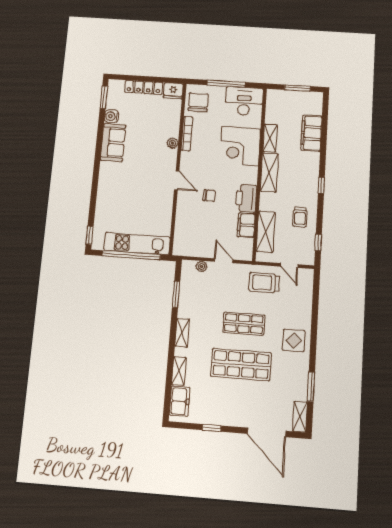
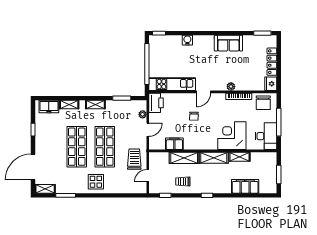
chair: (198, 102) -> (263, 103), turned 90
water cooler: (111, 116) -> (187, 40), moved
printer: (246, 198) -> (156, 103), moved, turned 90
shelving: (266, 232) -> (184, 158), moved
kitchen unit: (137, 244) -> (172, 84), moved, turned -90
shop shelf: (244, 324) -> (105, 147), width x1.43, depth x1.36

